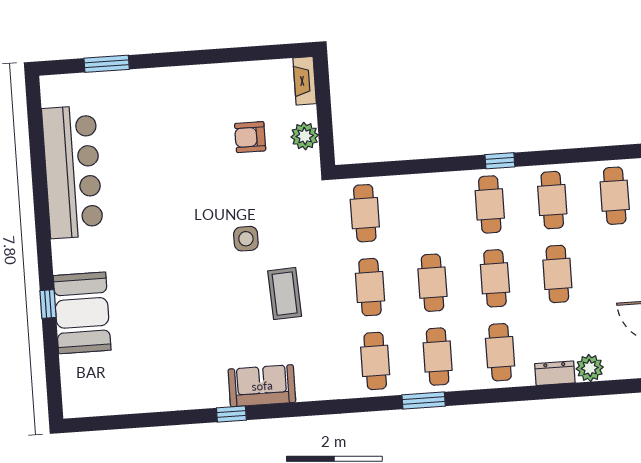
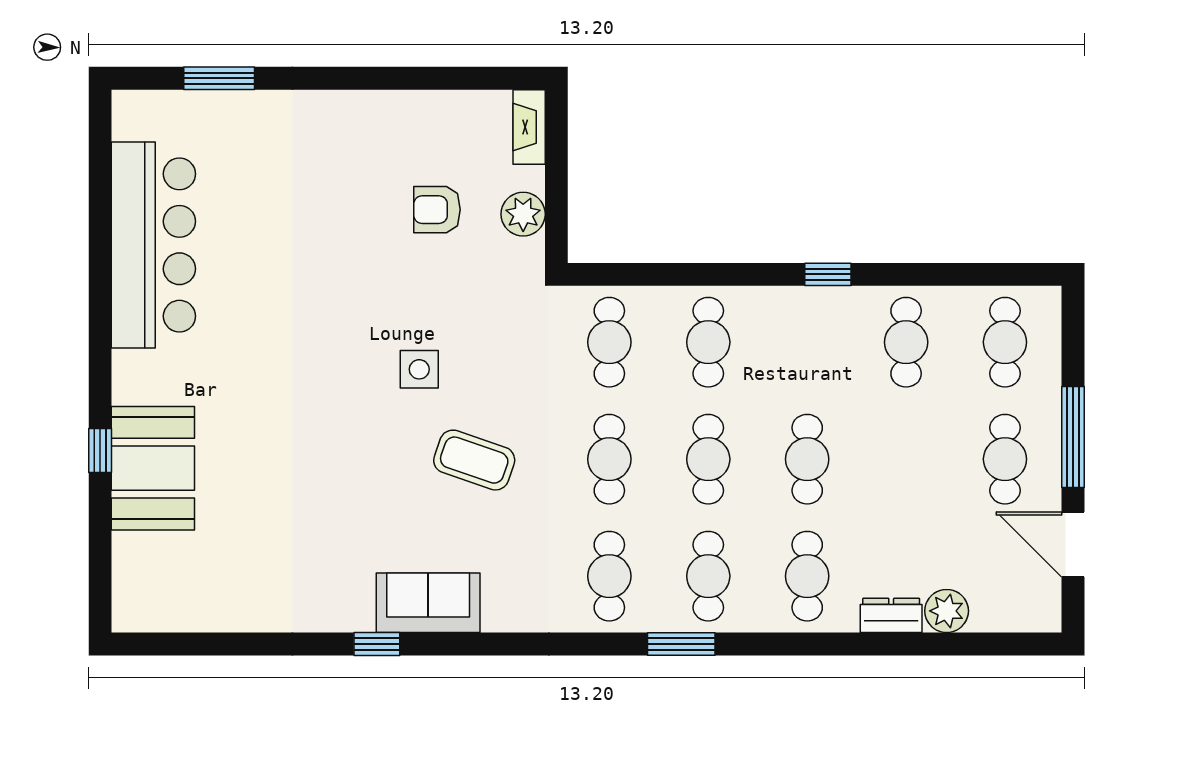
cafe table: (490, 204) -> (708, 342), moved
cafe table: (557, 274) -> (1005, 459), moved
coffee table: (285, 294) -> (474, 460), turned -68

